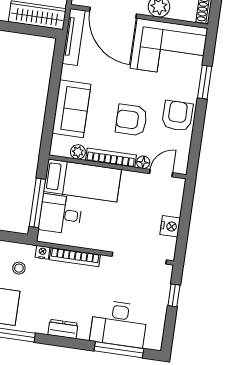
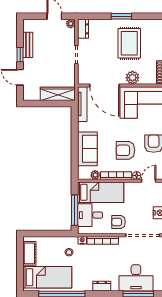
armchair: (104, 232) -> (119, 222), added

